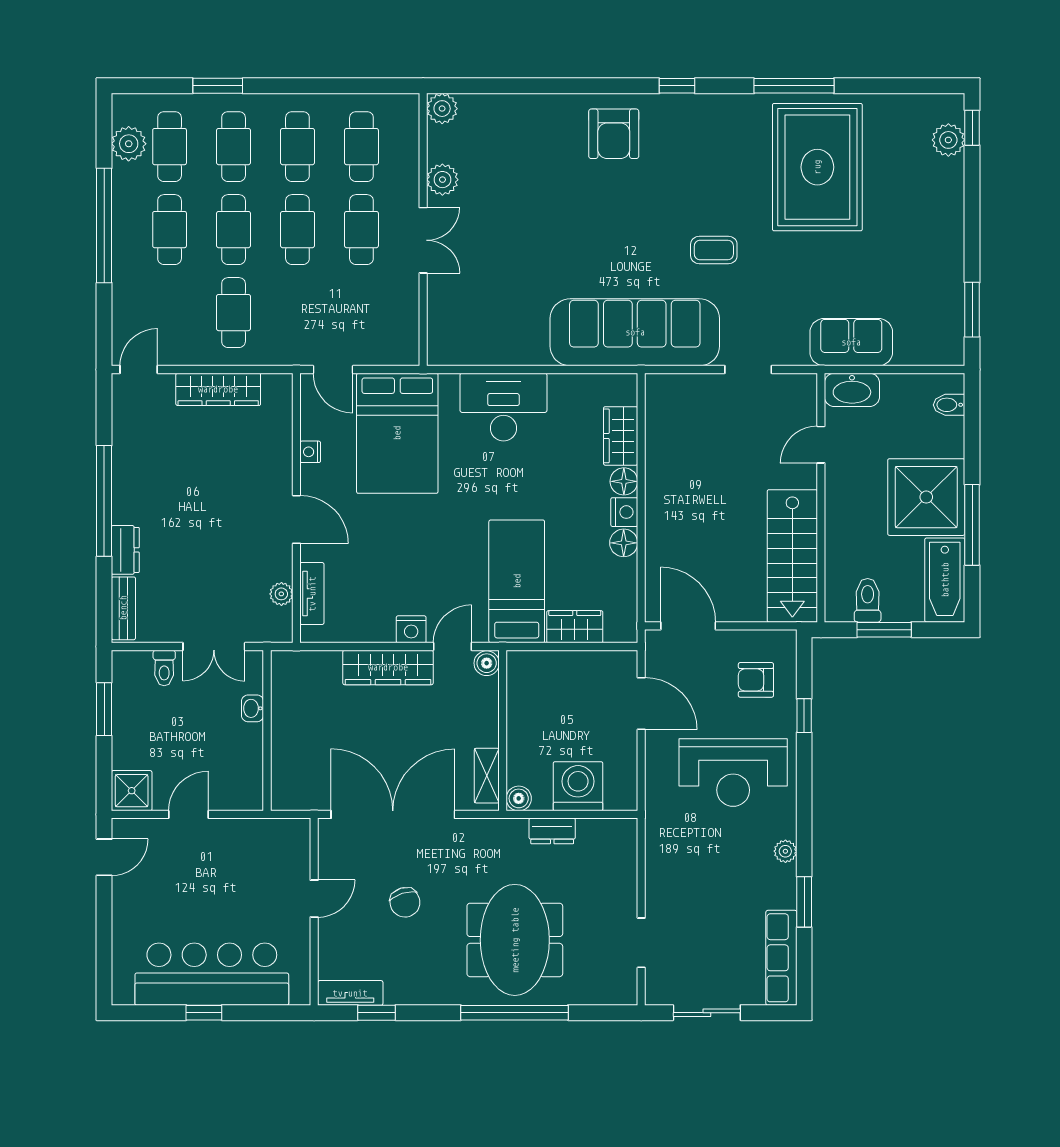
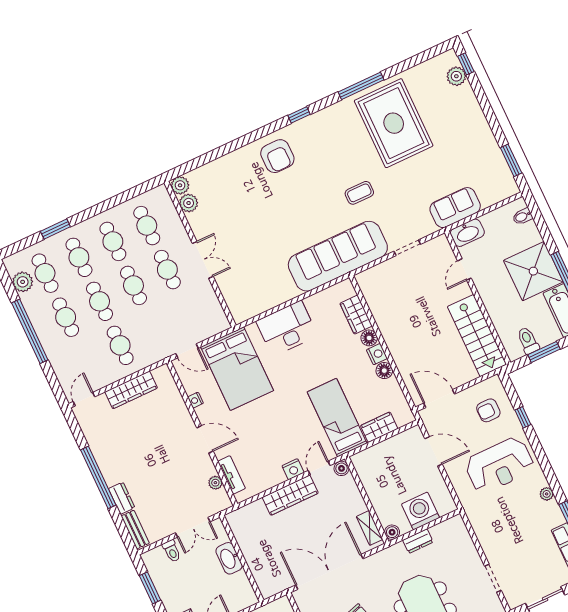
plant: (442, 180) -> (189, 203), moved
washbasin: (253, 708) -> (229, 558), width x1.91, depth x1.45

